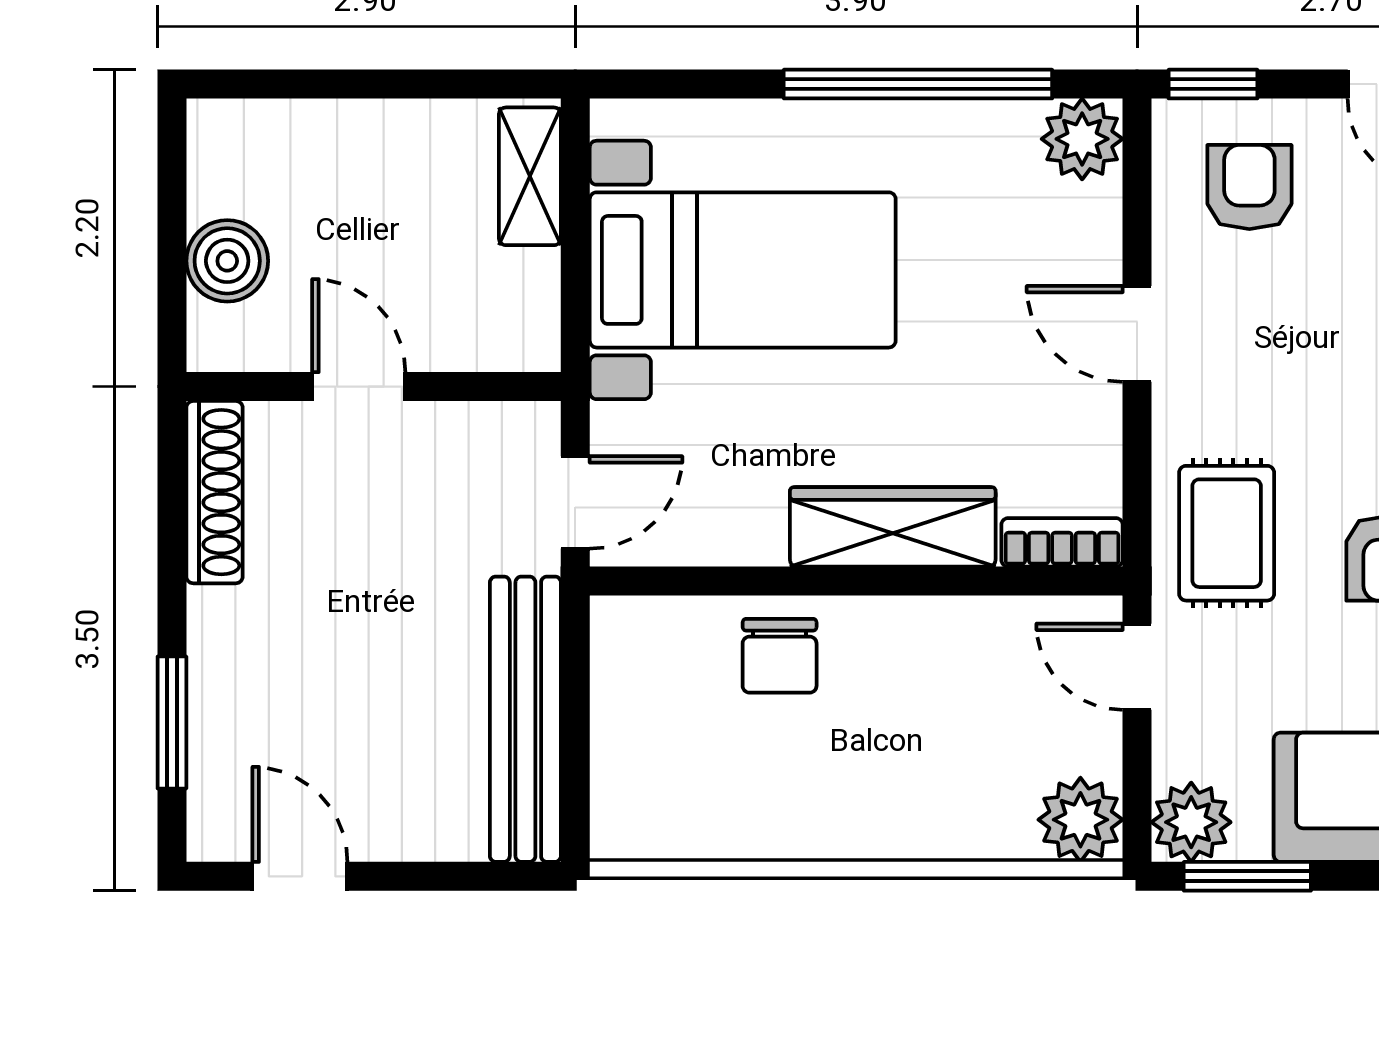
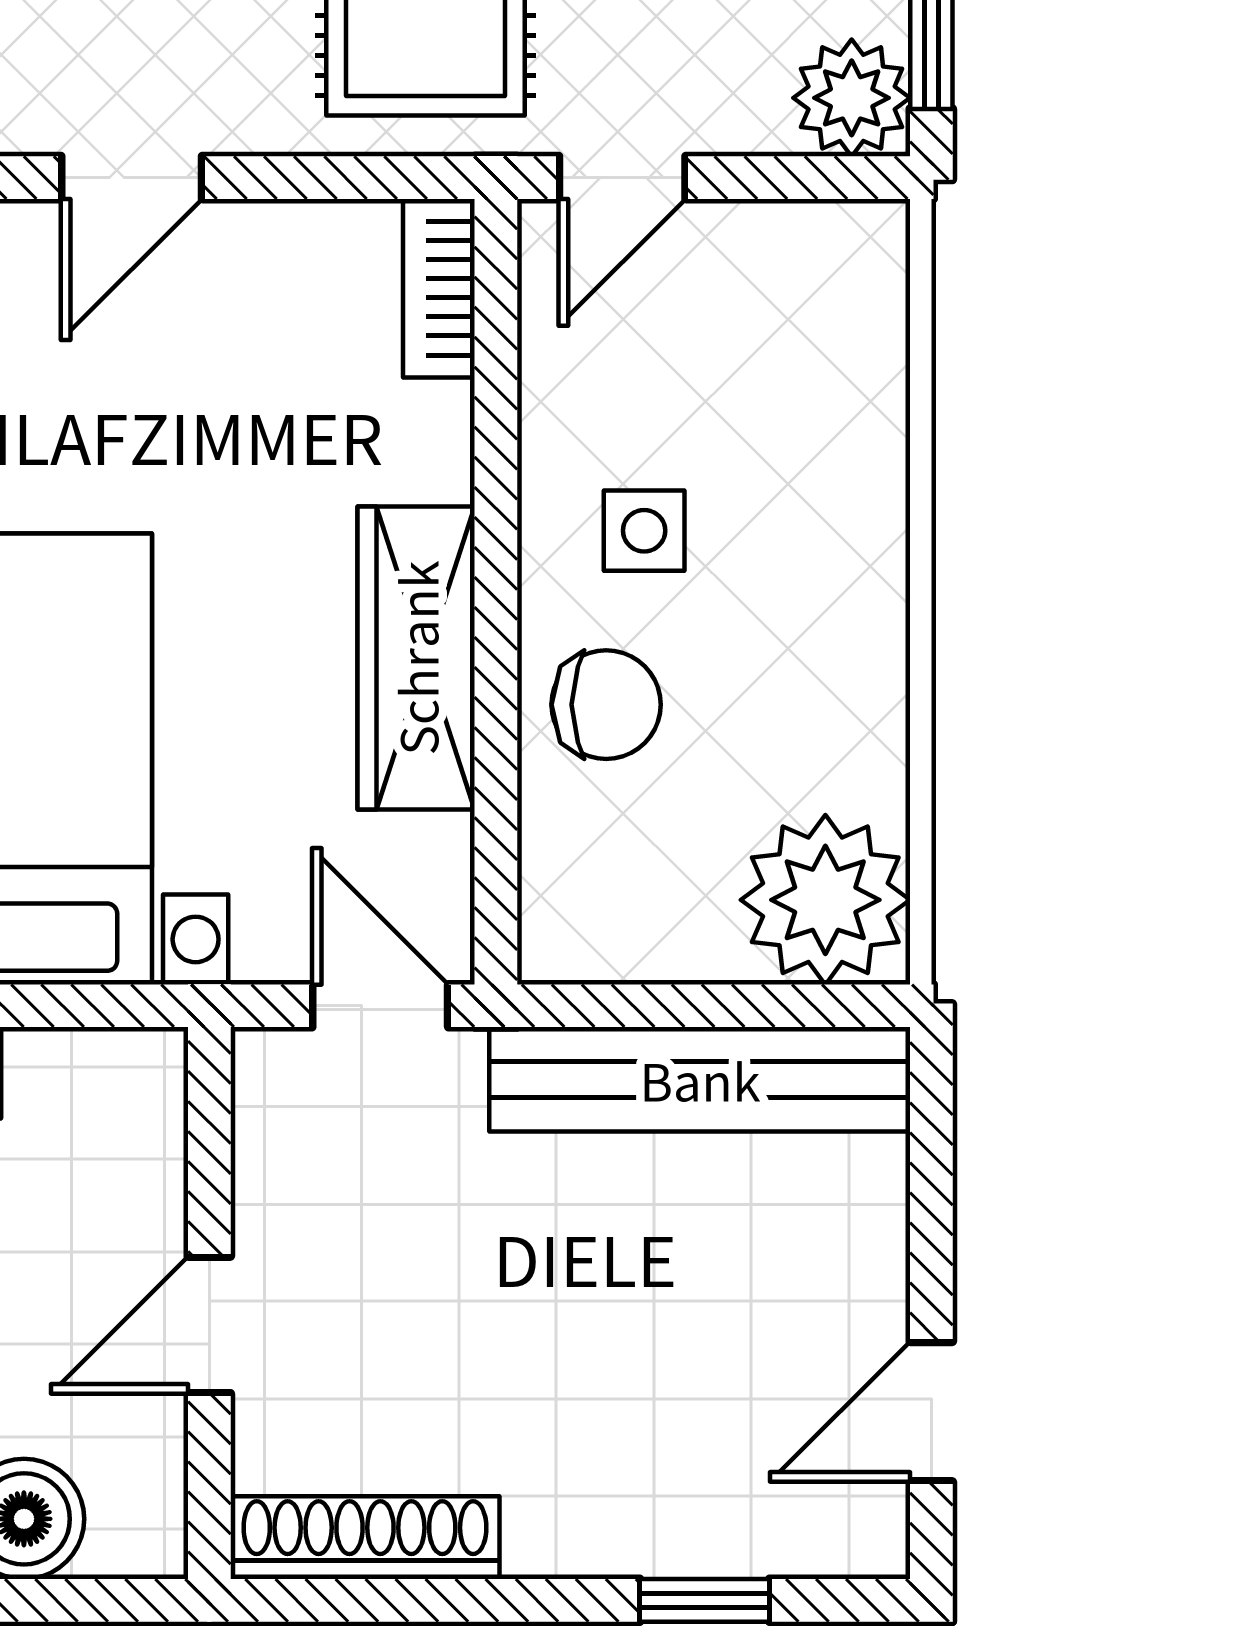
wardrobe: (893, 527) -> (416, 658), moved
side table: (898, 681) -> (644, 531), added
window: (172, 722) -> (705, 1600), width x0.67
plant: (1080, 820) -> (825, 900), moved, width x1.36, depth x1.36

